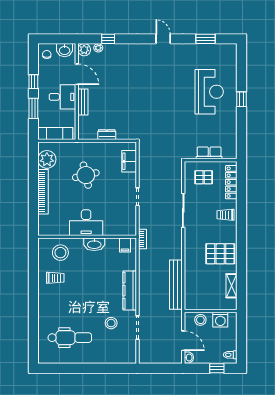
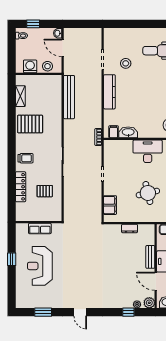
row of seats: (209, 153) -> (40, 228), moved
wall: (211, 160) -> (39, 222), moved
washbasin: (94, 244) -> (128, 132), moved

